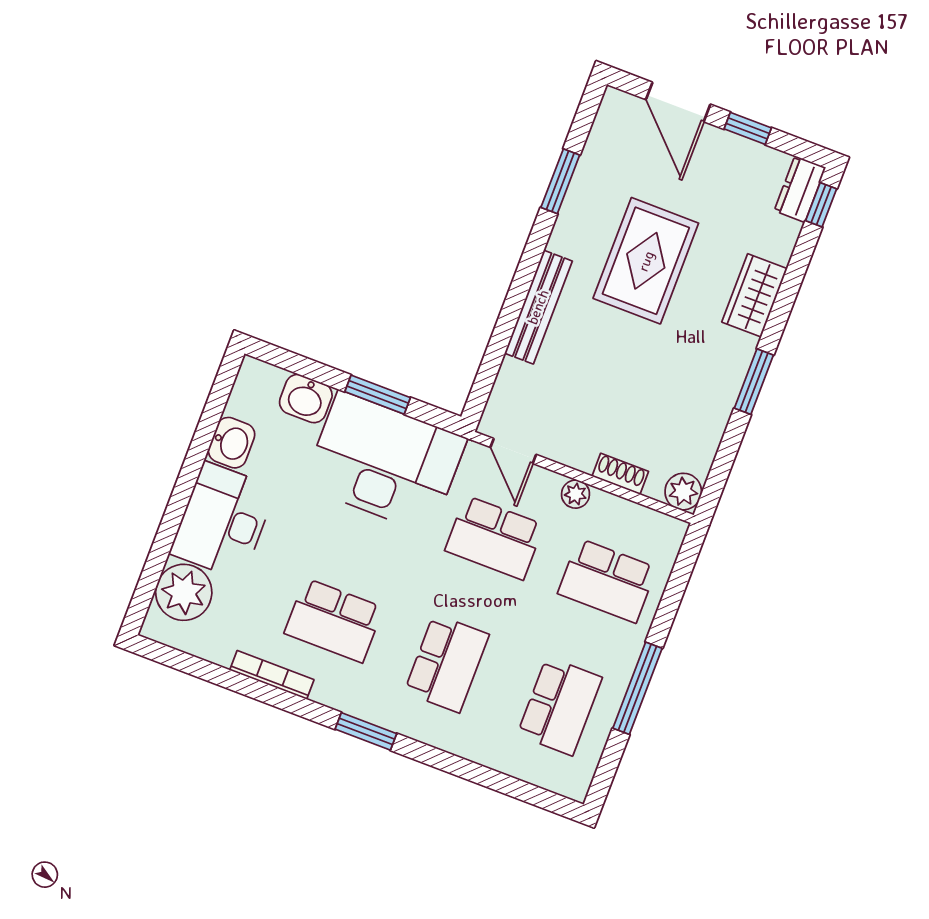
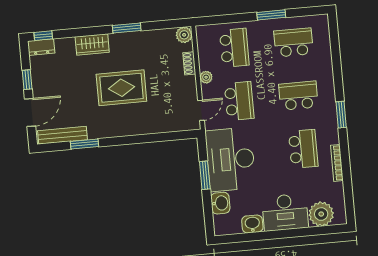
rug: (646, 261) -> (121, 88), moved
bench: (538, 307) -> (62, 135), moved
window: (637, 688) -> (271, 15), width x0.69

